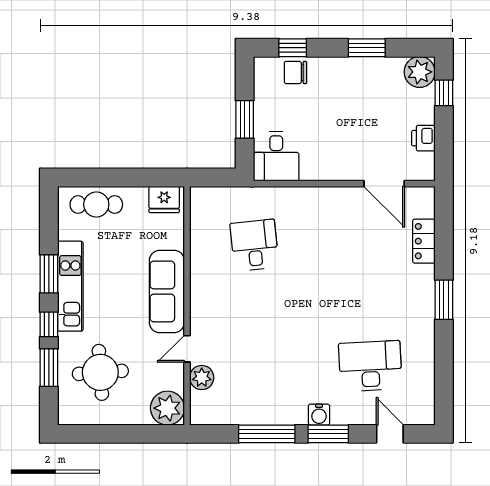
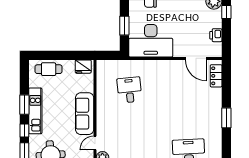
desk: (276, 156) -> (151, 41), width x1.87, depth x1.30
locker: (424, 241) -> (216, 76), moved

